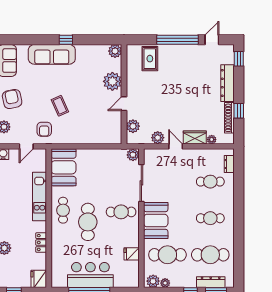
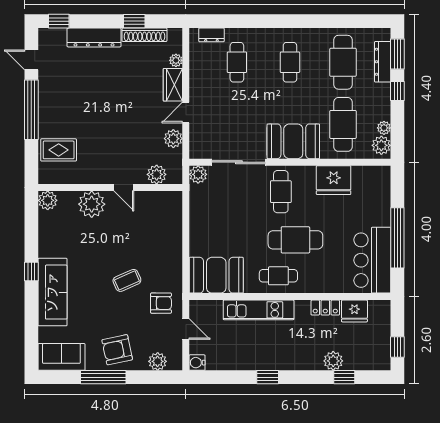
fridge: (132, 254) -> (334, 180), width x1.88, depth x1.34
bar counter: (90, 275) -> (372, 260), moved
fridge: (39, 279) -> (354, 311), moved

